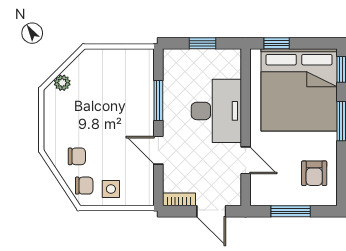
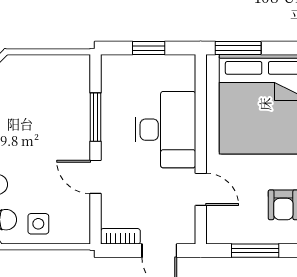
window: (277, 43) -> (238, 48), width x1.50

